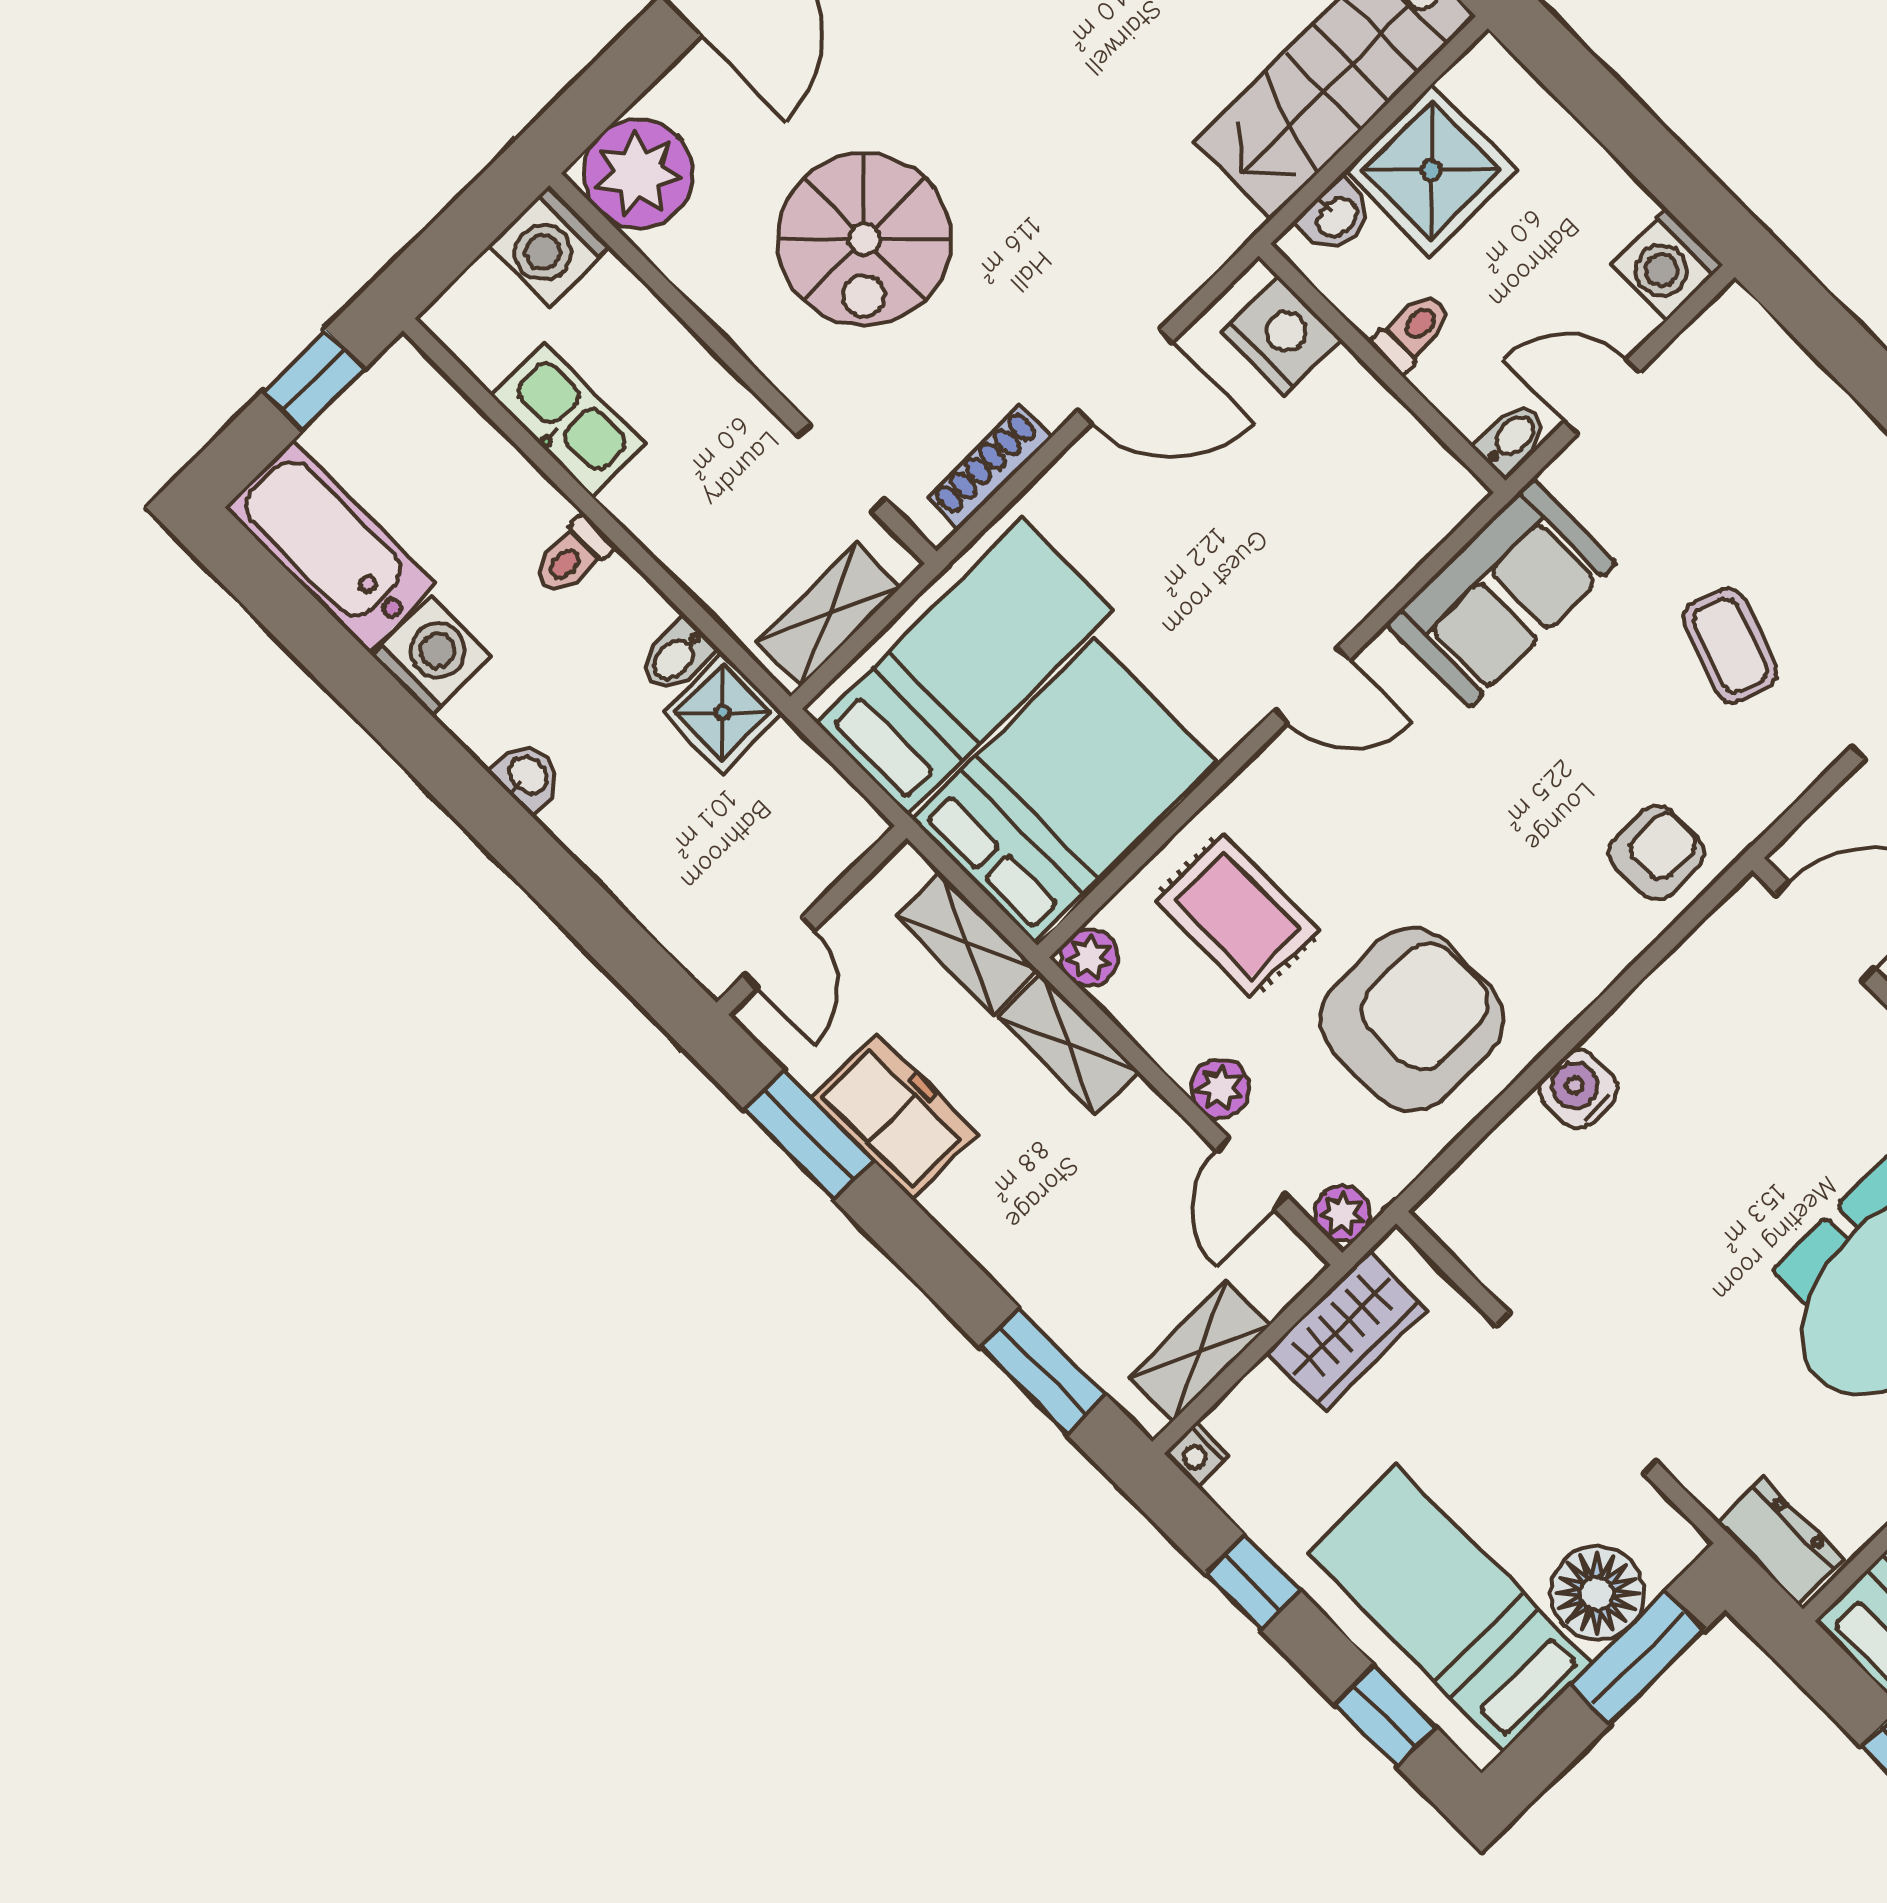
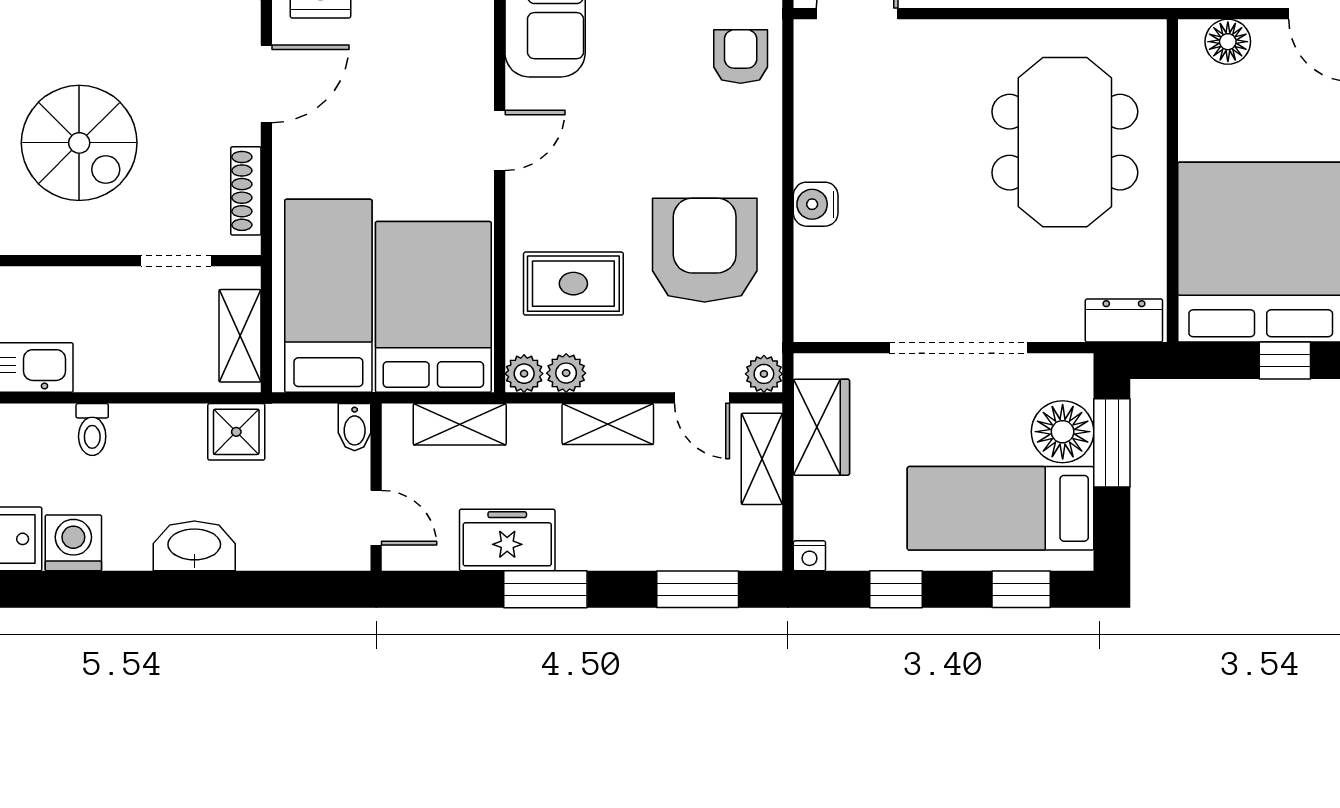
bidet: (676, 656) -> (355, 427), moved
washbasin: (527, 776) -> (194, 546), width x1.91, depth x1.45
shelving: (1069, 1044) -> (608, 424), moved
plant: (1220, 1088) -> (566, 373), moved
window: (808, 1135) -> (545, 589), moved
shelving: (1200, 1351) -> (762, 459), moved

